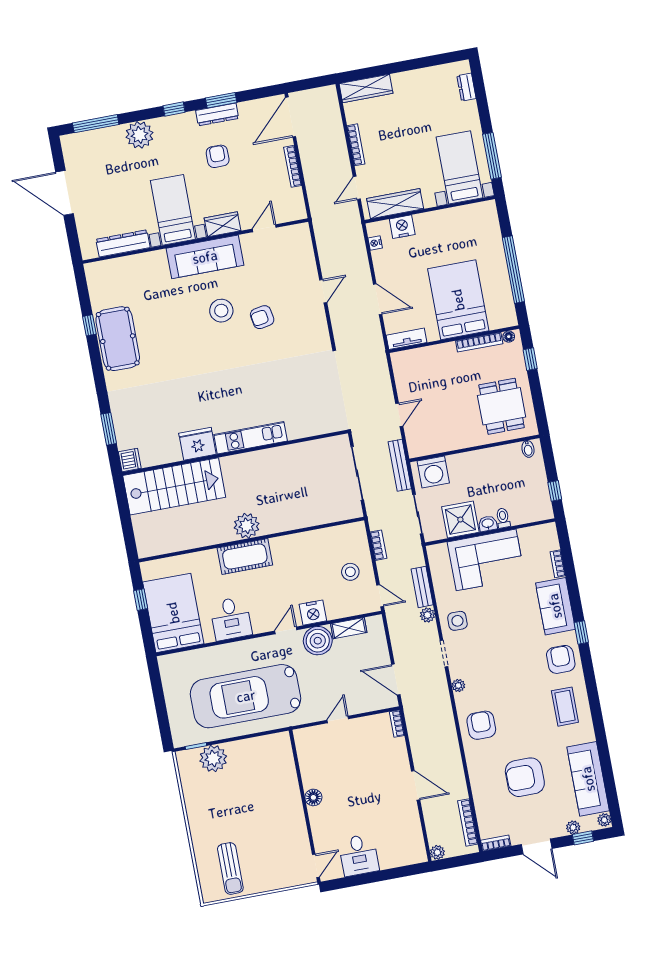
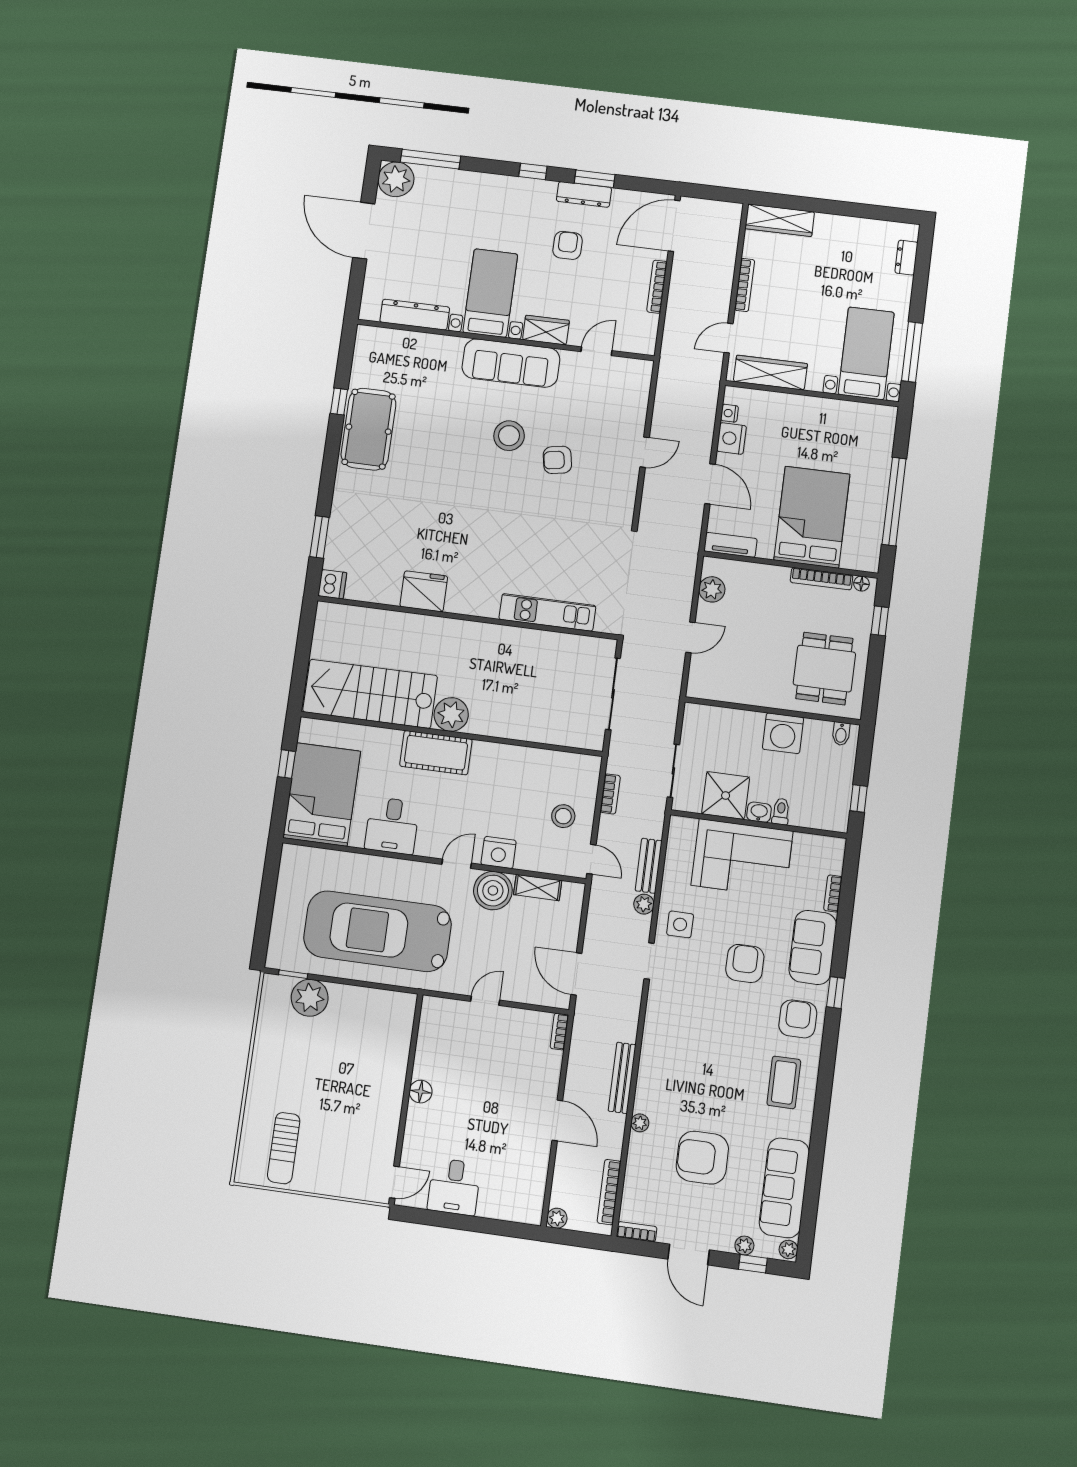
plant: (139, 135) -> (396, 179), moved
nightstand: (402, 227) -> (731, 438), moved, turned -90
plant: (404, 375) -> (712, 589), added
kitchen unit: (251, 438) -> (547, 612), moved
bench: (400, 465) -> (622, 1078), moved
washing machine: (433, 472) -> (783, 733), moved
stairs: (174, 486) -> (370, 694), moved, turned 180
plant: (458, 685) -> (640, 1123), moved
armchair: (481, 725) -> (745, 963), moved

